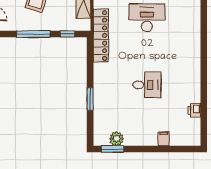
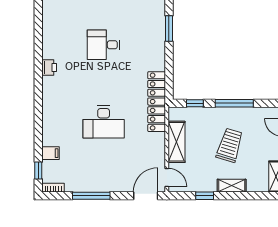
printer: (194, 110) -> (49, 67), moved

